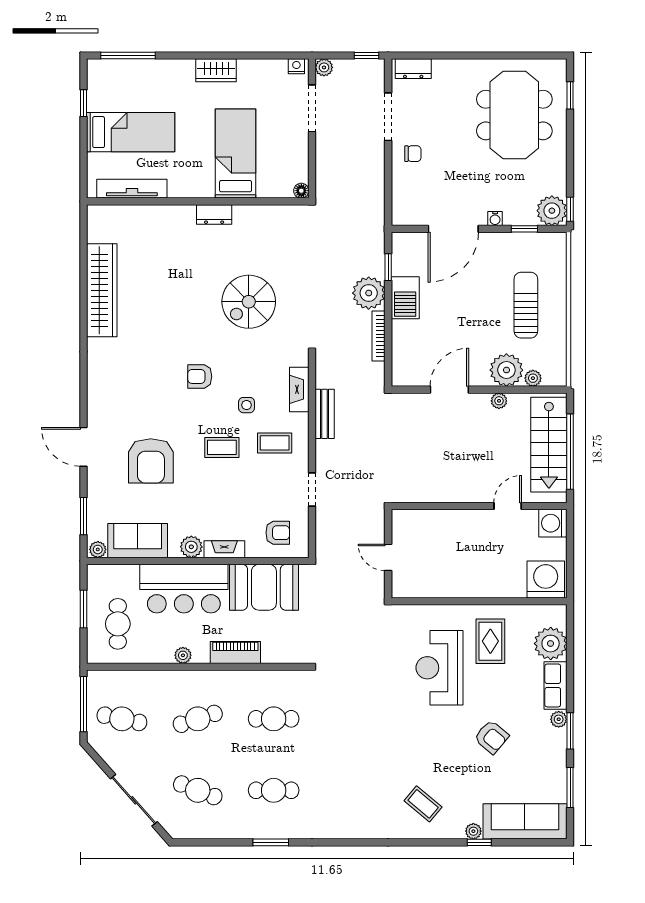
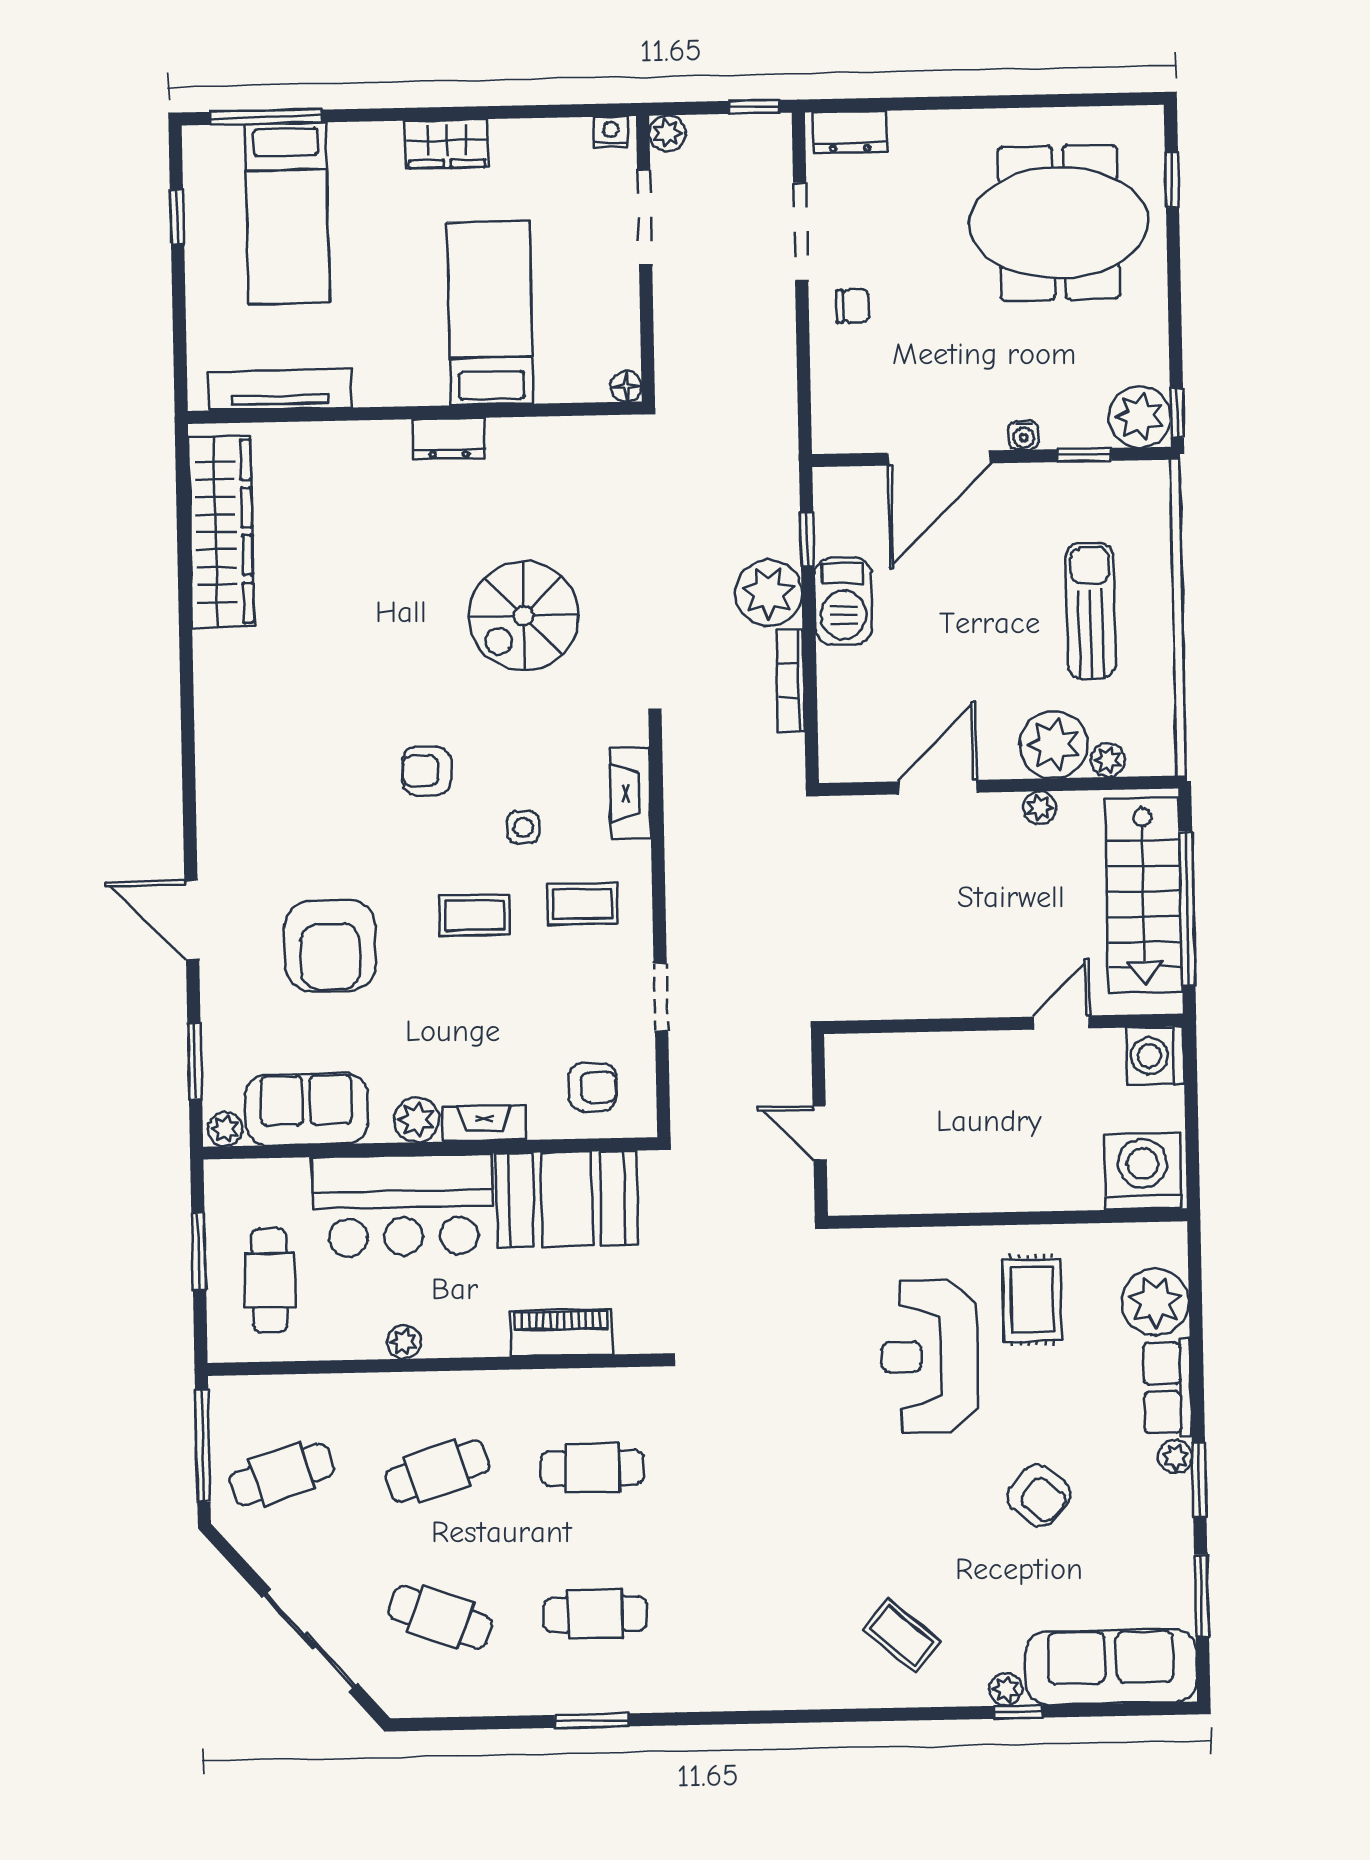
meeting table: (514, 115) -> (1059, 223), turned 90
bed: (131, 132) -> (287, 213), moved, turned 90
wardrobe: (102, 290) -> (221, 532), moved
bench: (325, 414) -> (683, 842), removed
piano: (235, 652) -> (561, 1333), moved
cafe table: (122, 719) -> (282, 1474), turned -30

